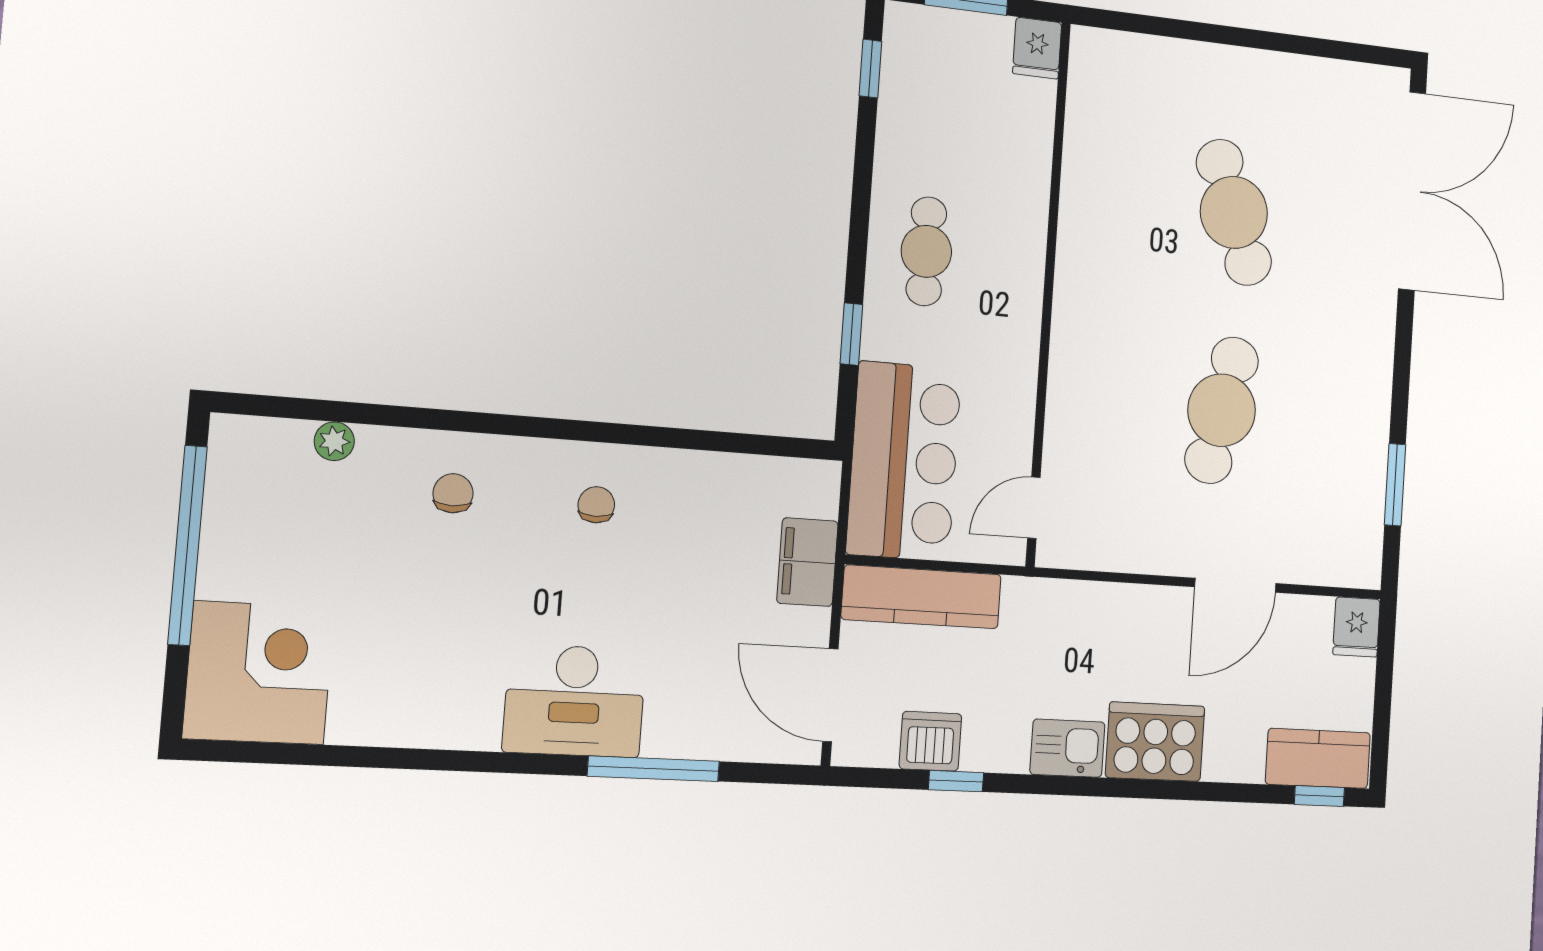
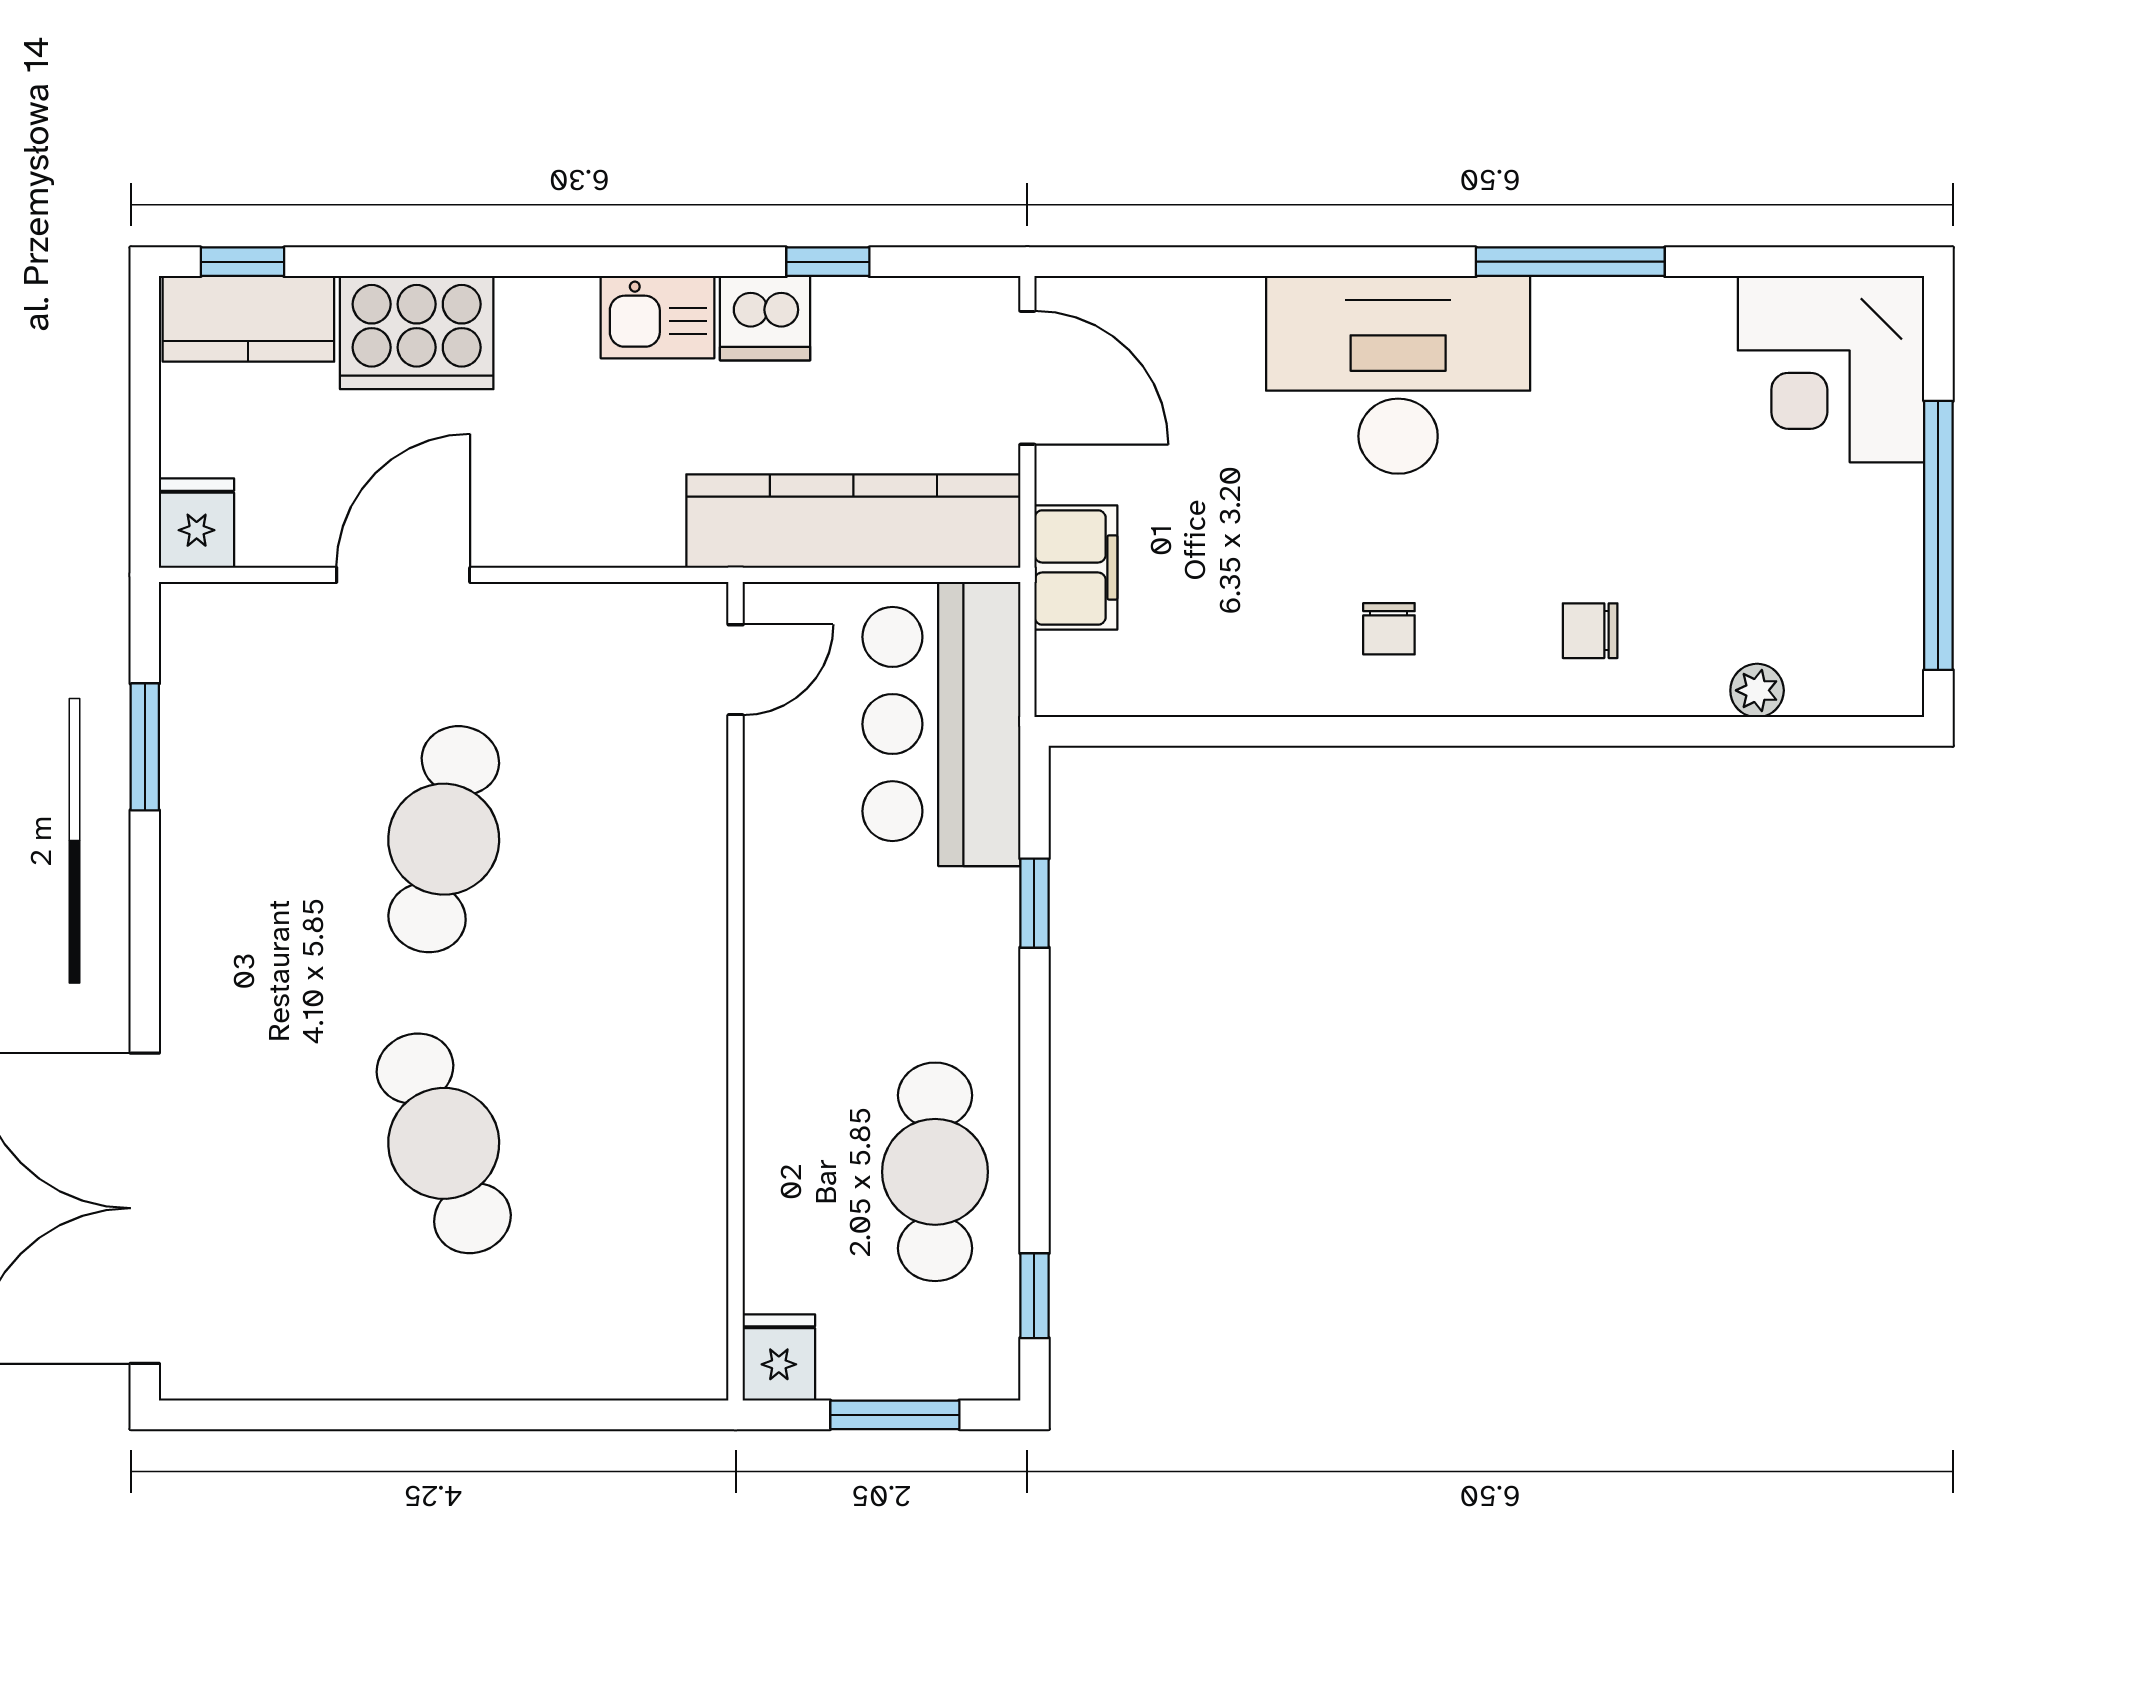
cafe table: (926, 251) -> (935, 1172), moved, width x1.37, depth x1.35
chair: (453, 493) -> (1590, 631), turned 90
kitchen counter: (922, 597) -> (853, 521), width x1.39, depth x1.17
desk: (575, 701) -> (1398, 375), width x1.36, depth x1.30
dishwasher: (930, 741) -> (765, 318), moved
cooker: (1155, 742) -> (417, 333), moved
window: (654, 769) -> (1570, 262), moved

